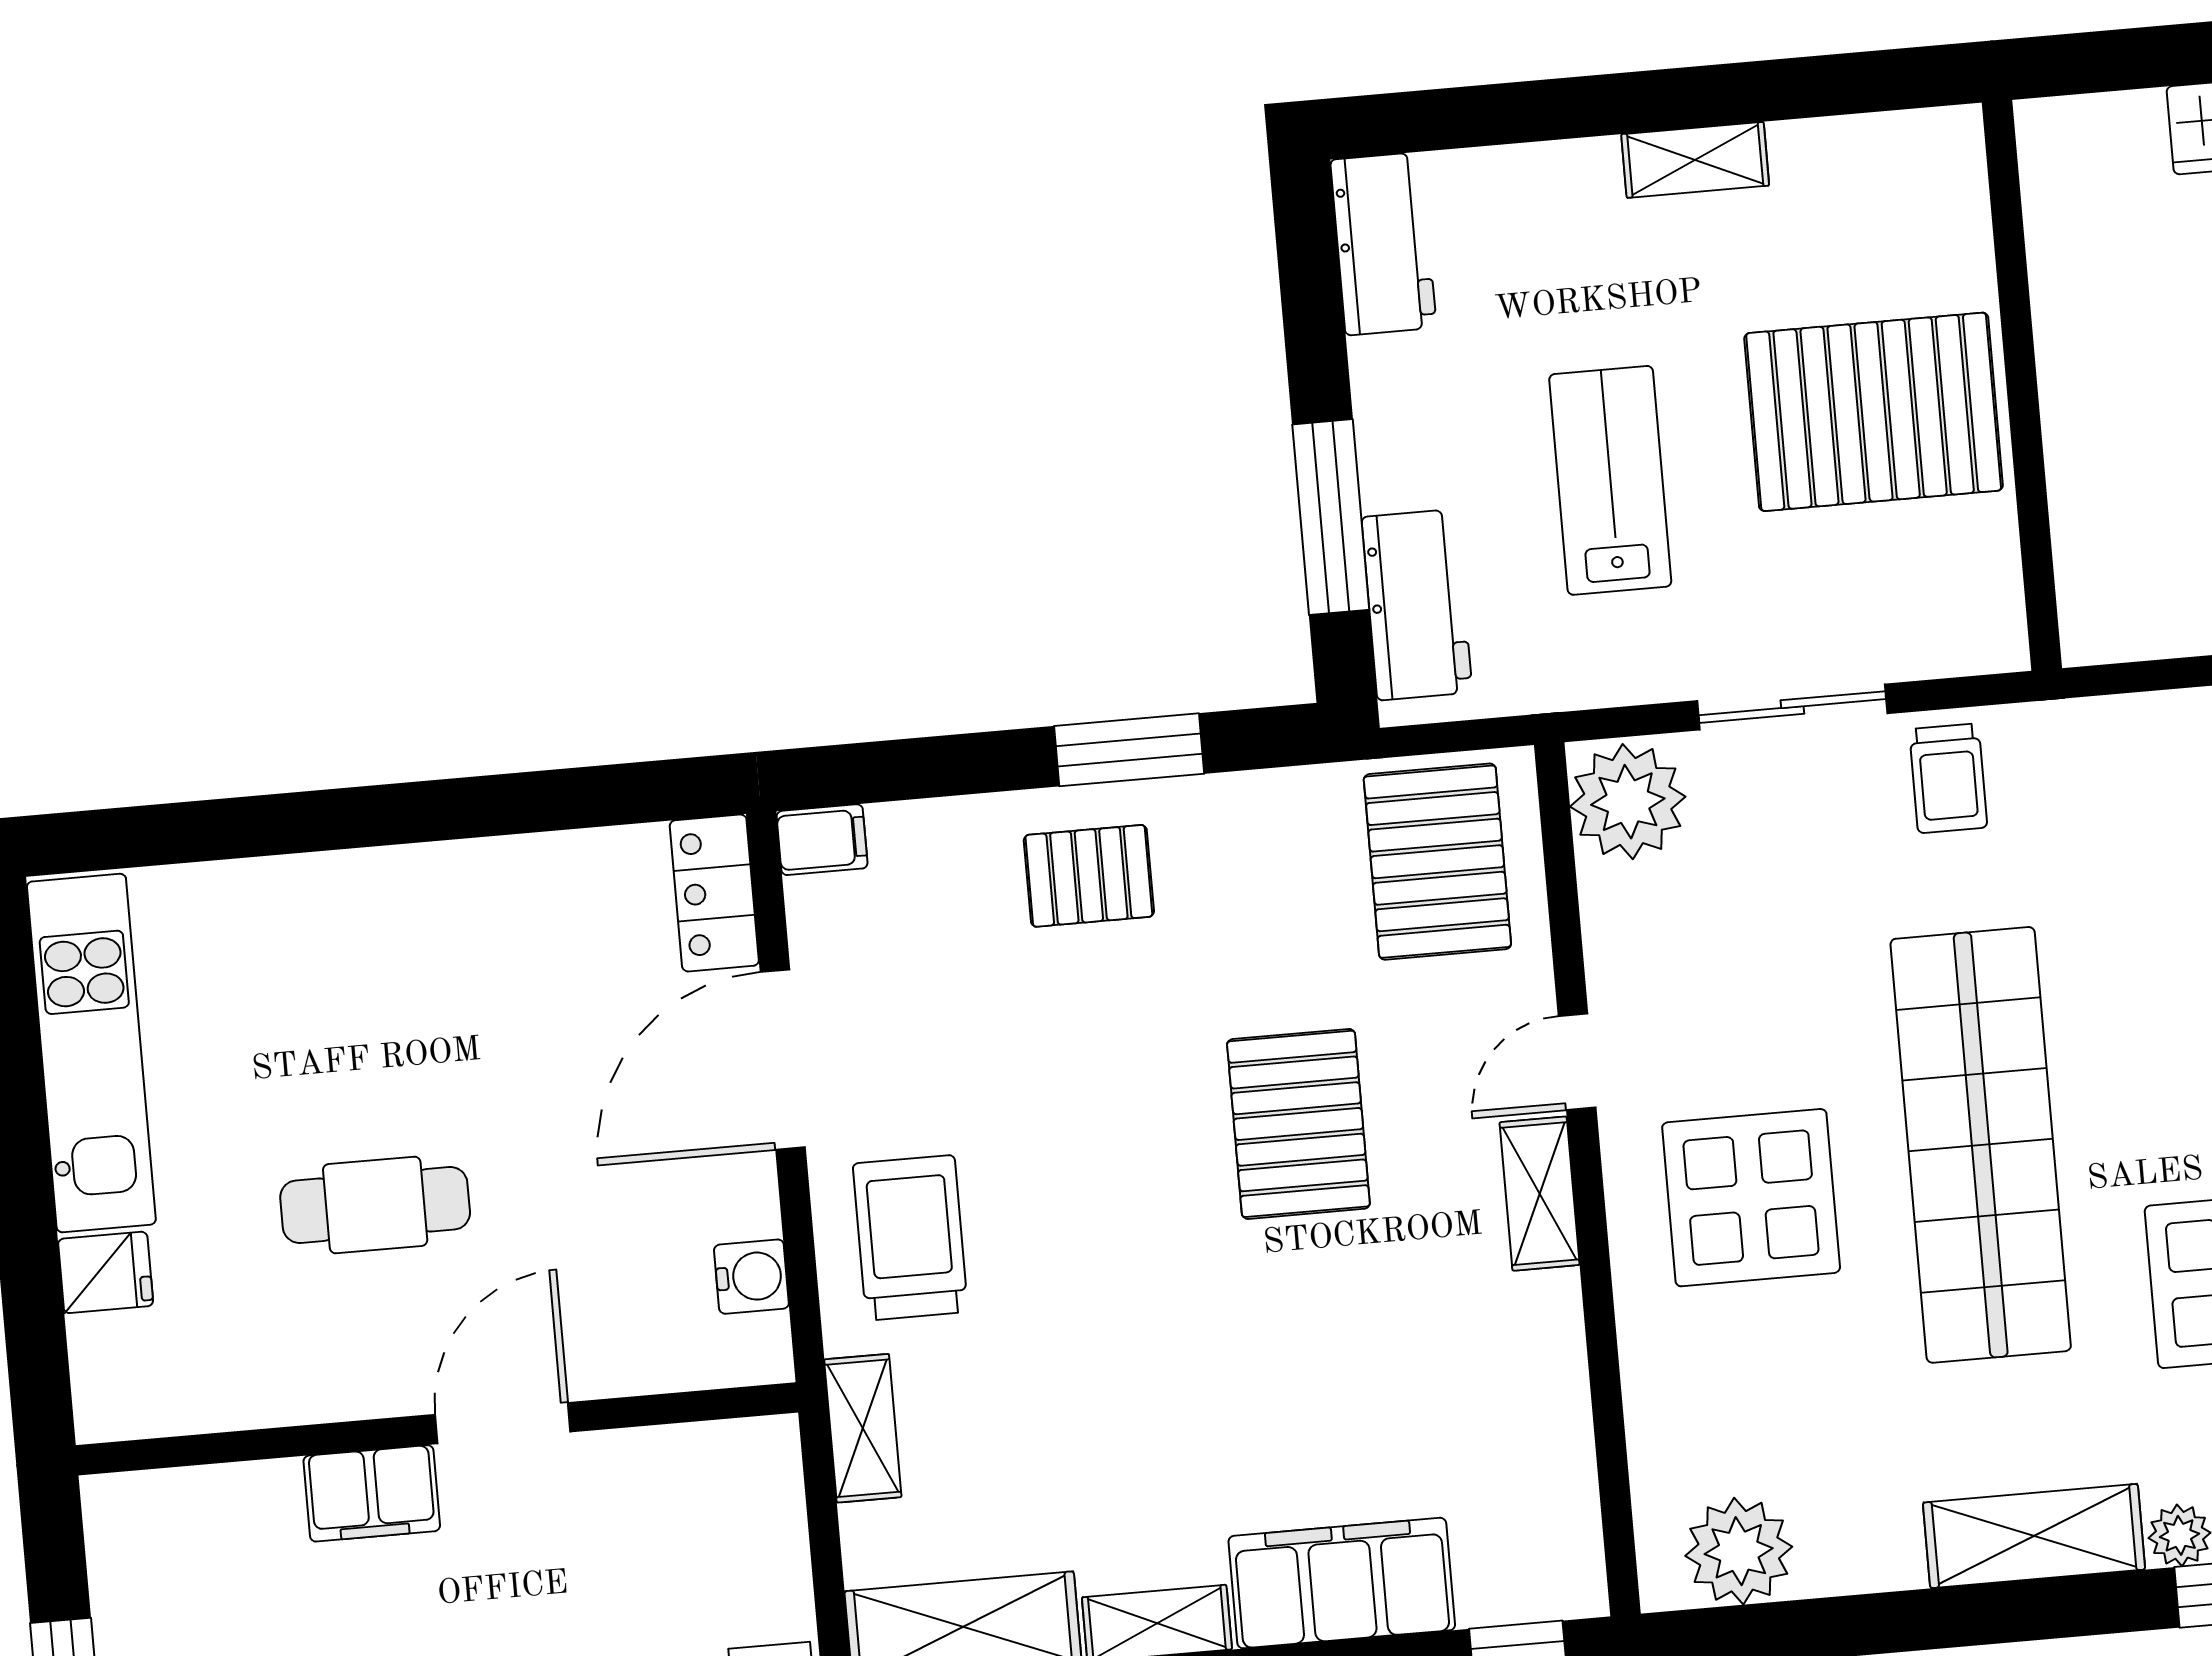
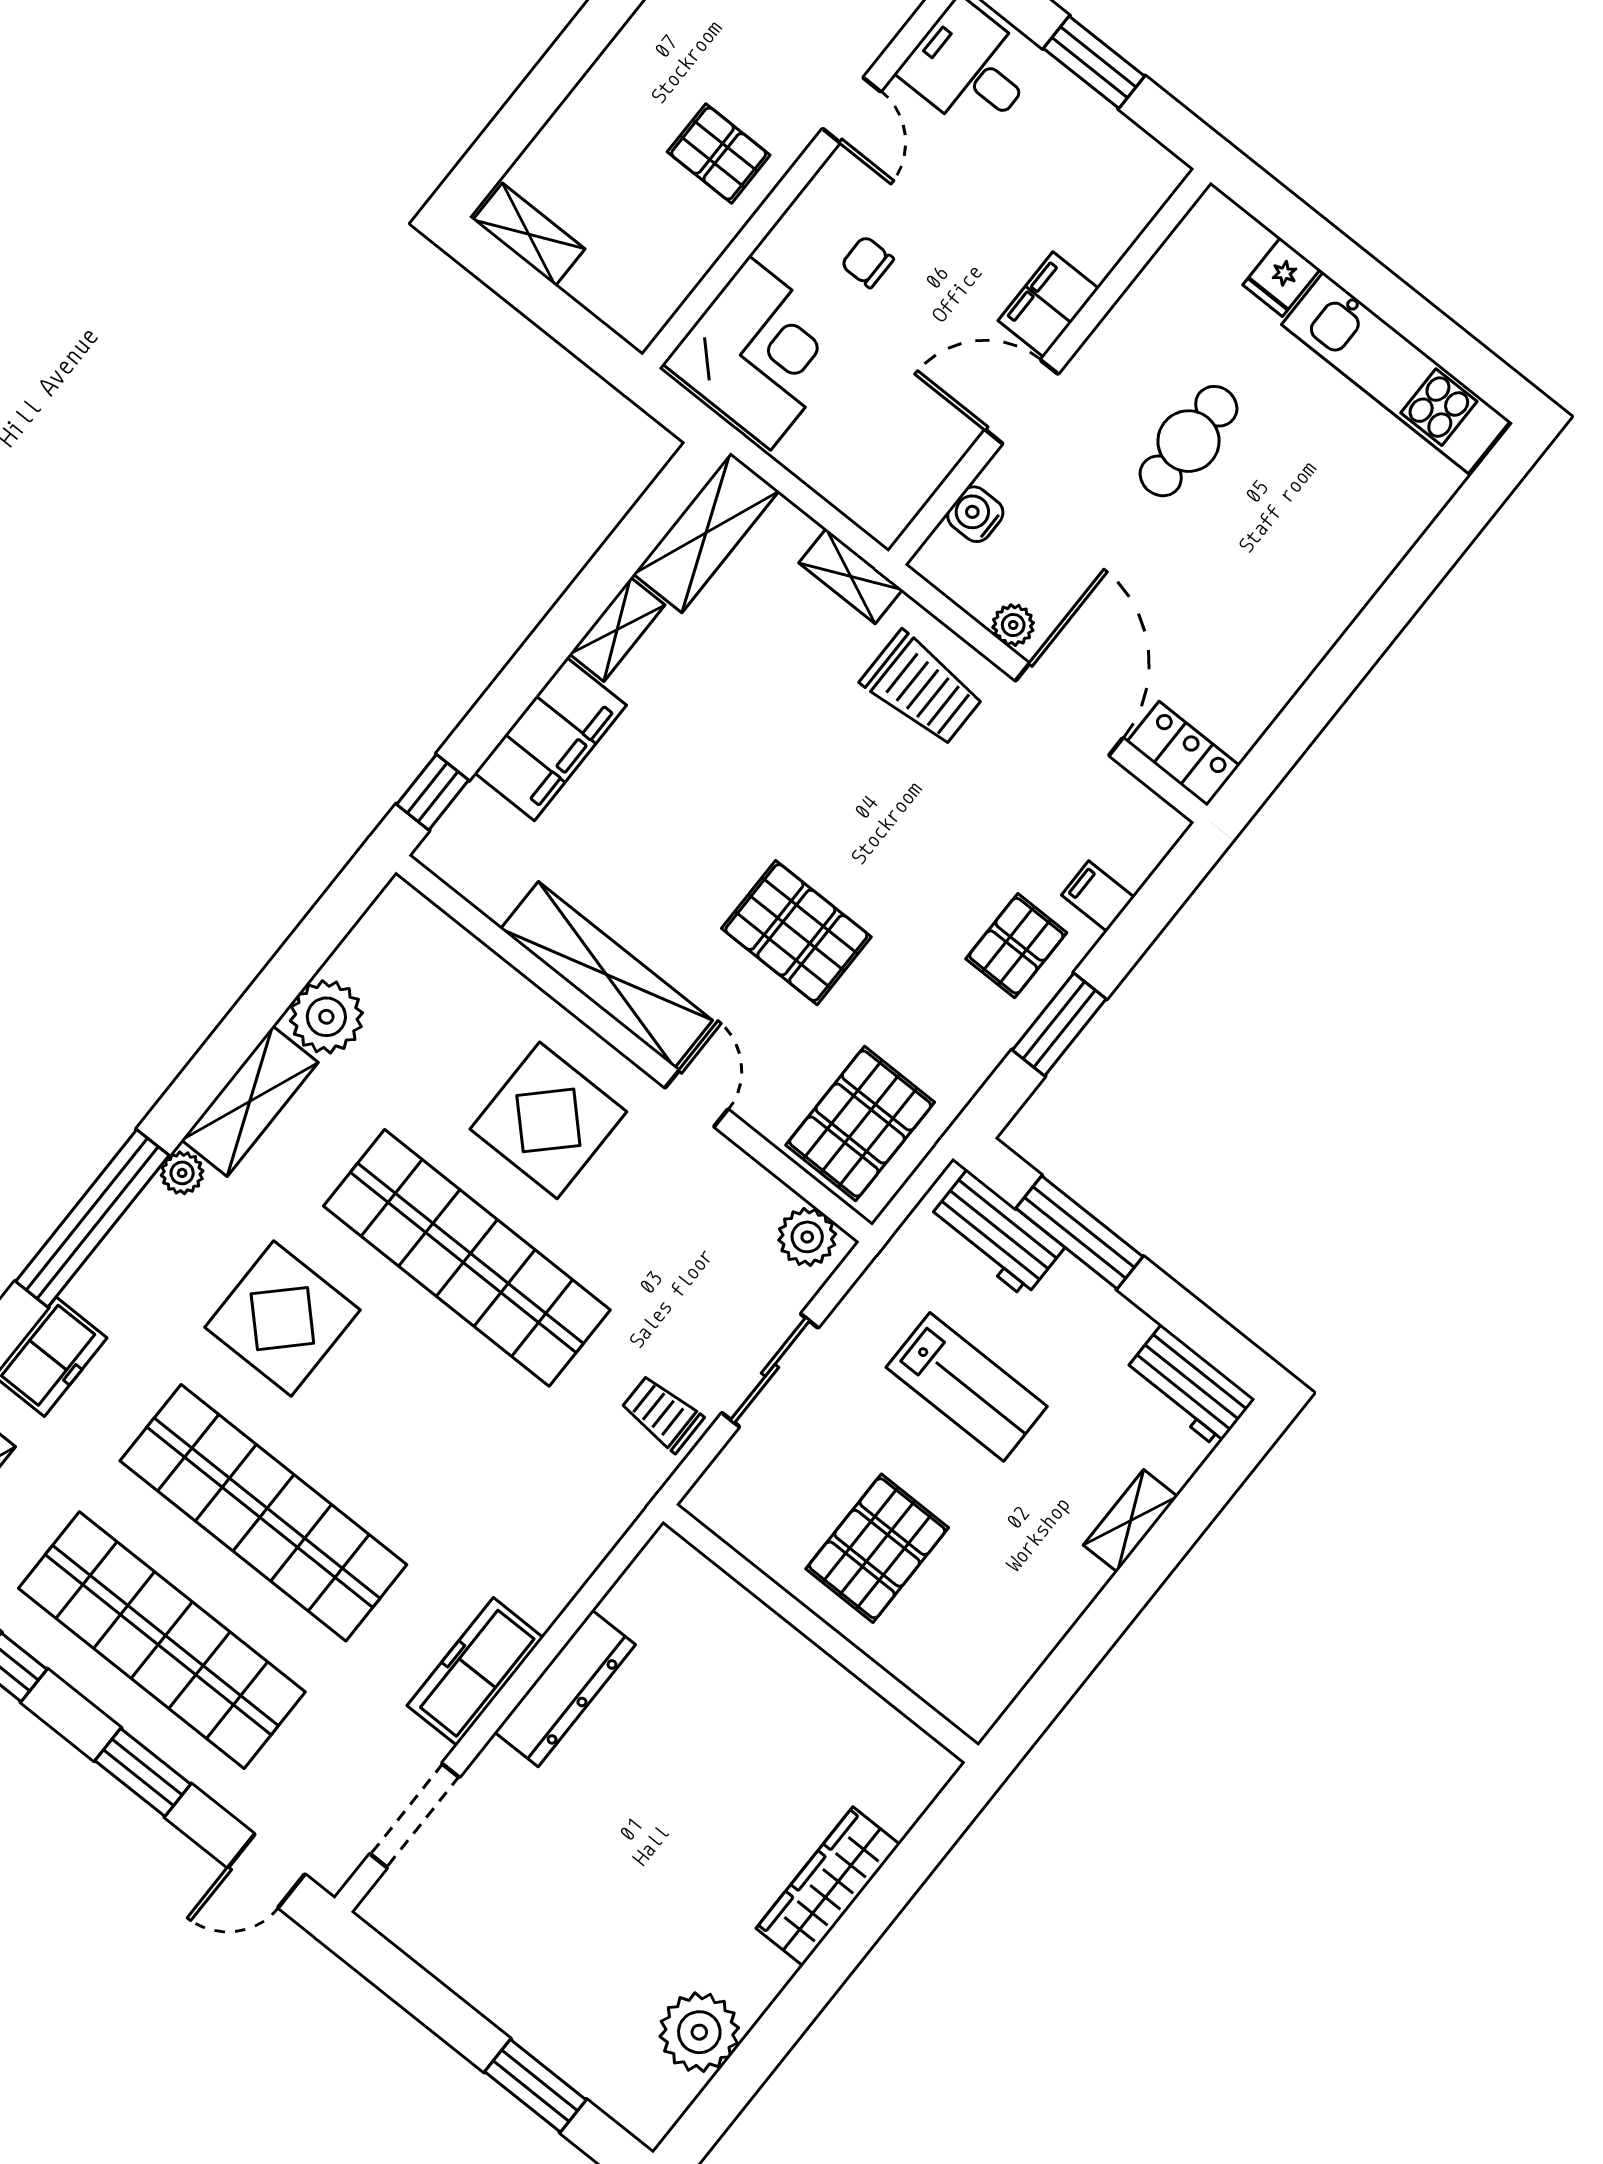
shelving: (1695, 160) -> (1130, 1521), moved
pallet: (1874, 412) -> (877, 1548), width x0.73, depth x0.71
plant: (1628, 802) -> (807, 1237), width x0.73, depth x0.73
filing cabinet: (822, 840) -> (1098, 896), moved, turned 90
pallet: (1437, 862) -> (860, 1124), turned 90
shelving: (1540, 1194) -> (607, 975), width x2.20, depth x1.33
plant: (750, 1205) -> (1013, 625), added
water cooler: (751, 1277) -> (975, 514), moved, turned 90
door: (503, 1423) -> (1022, 402), swing flipped
plant: (1739, 1551) -> (326, 1017), moved

